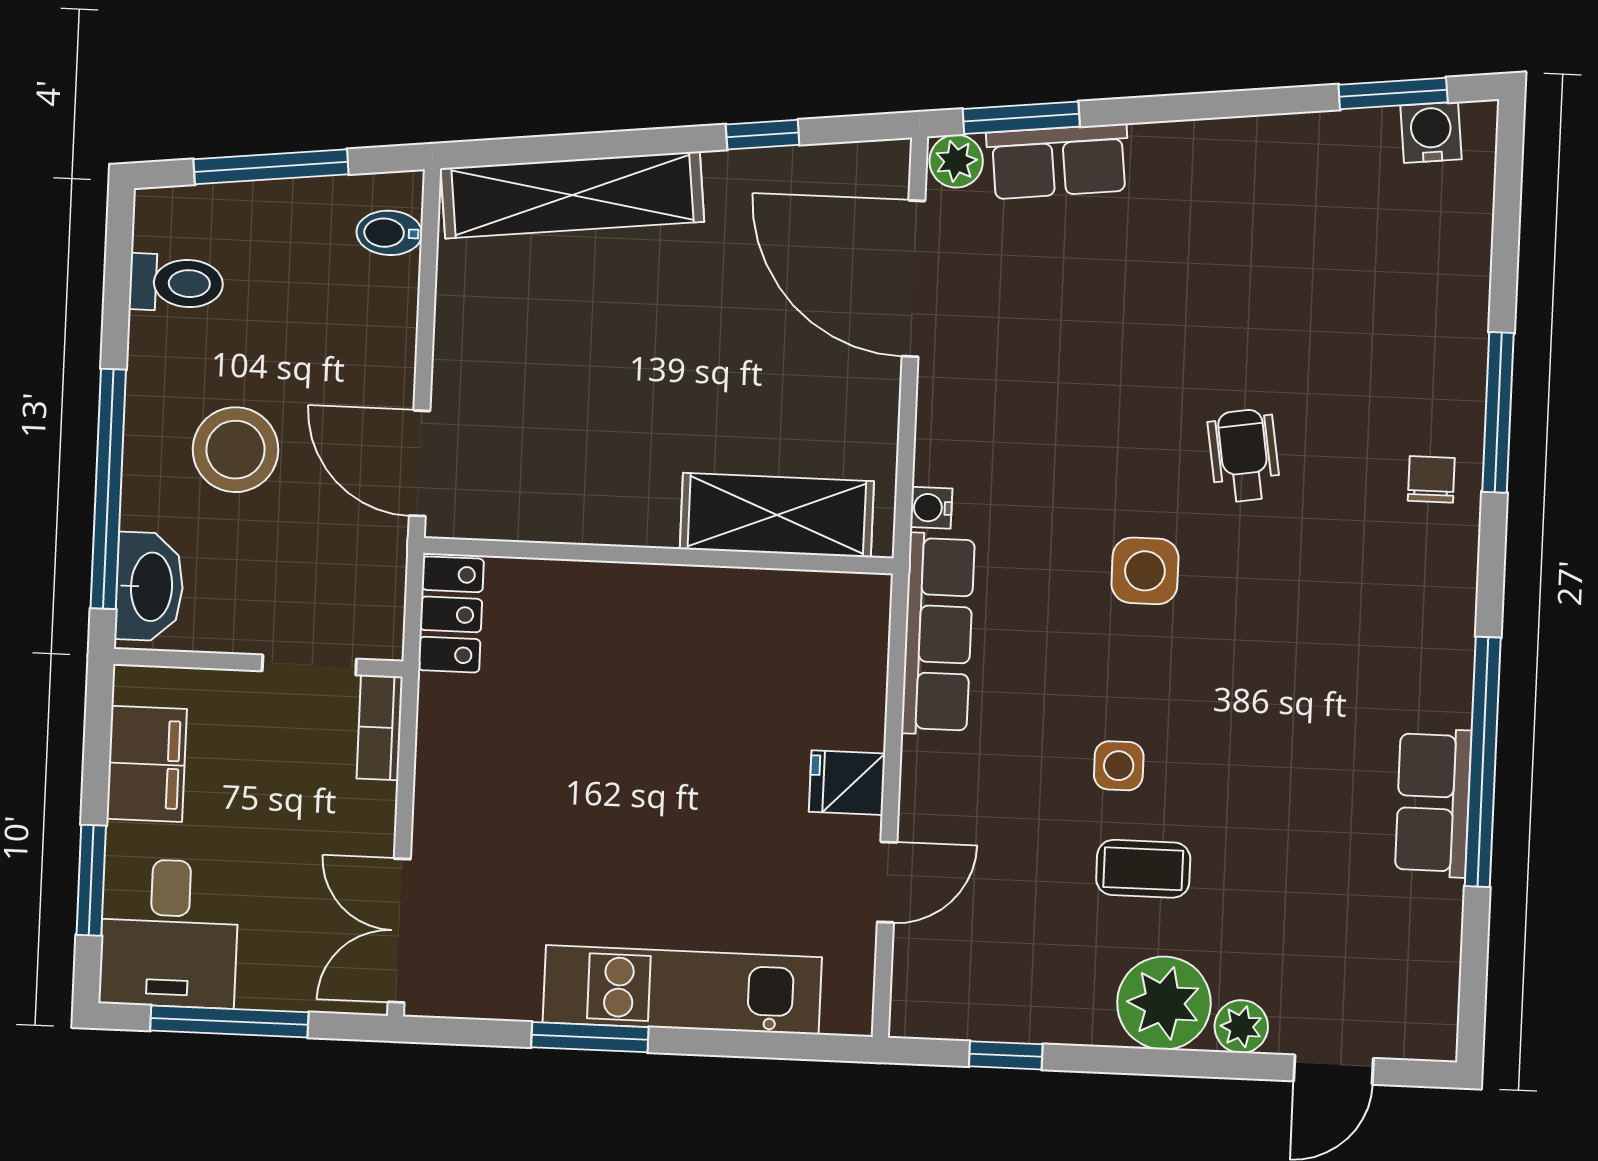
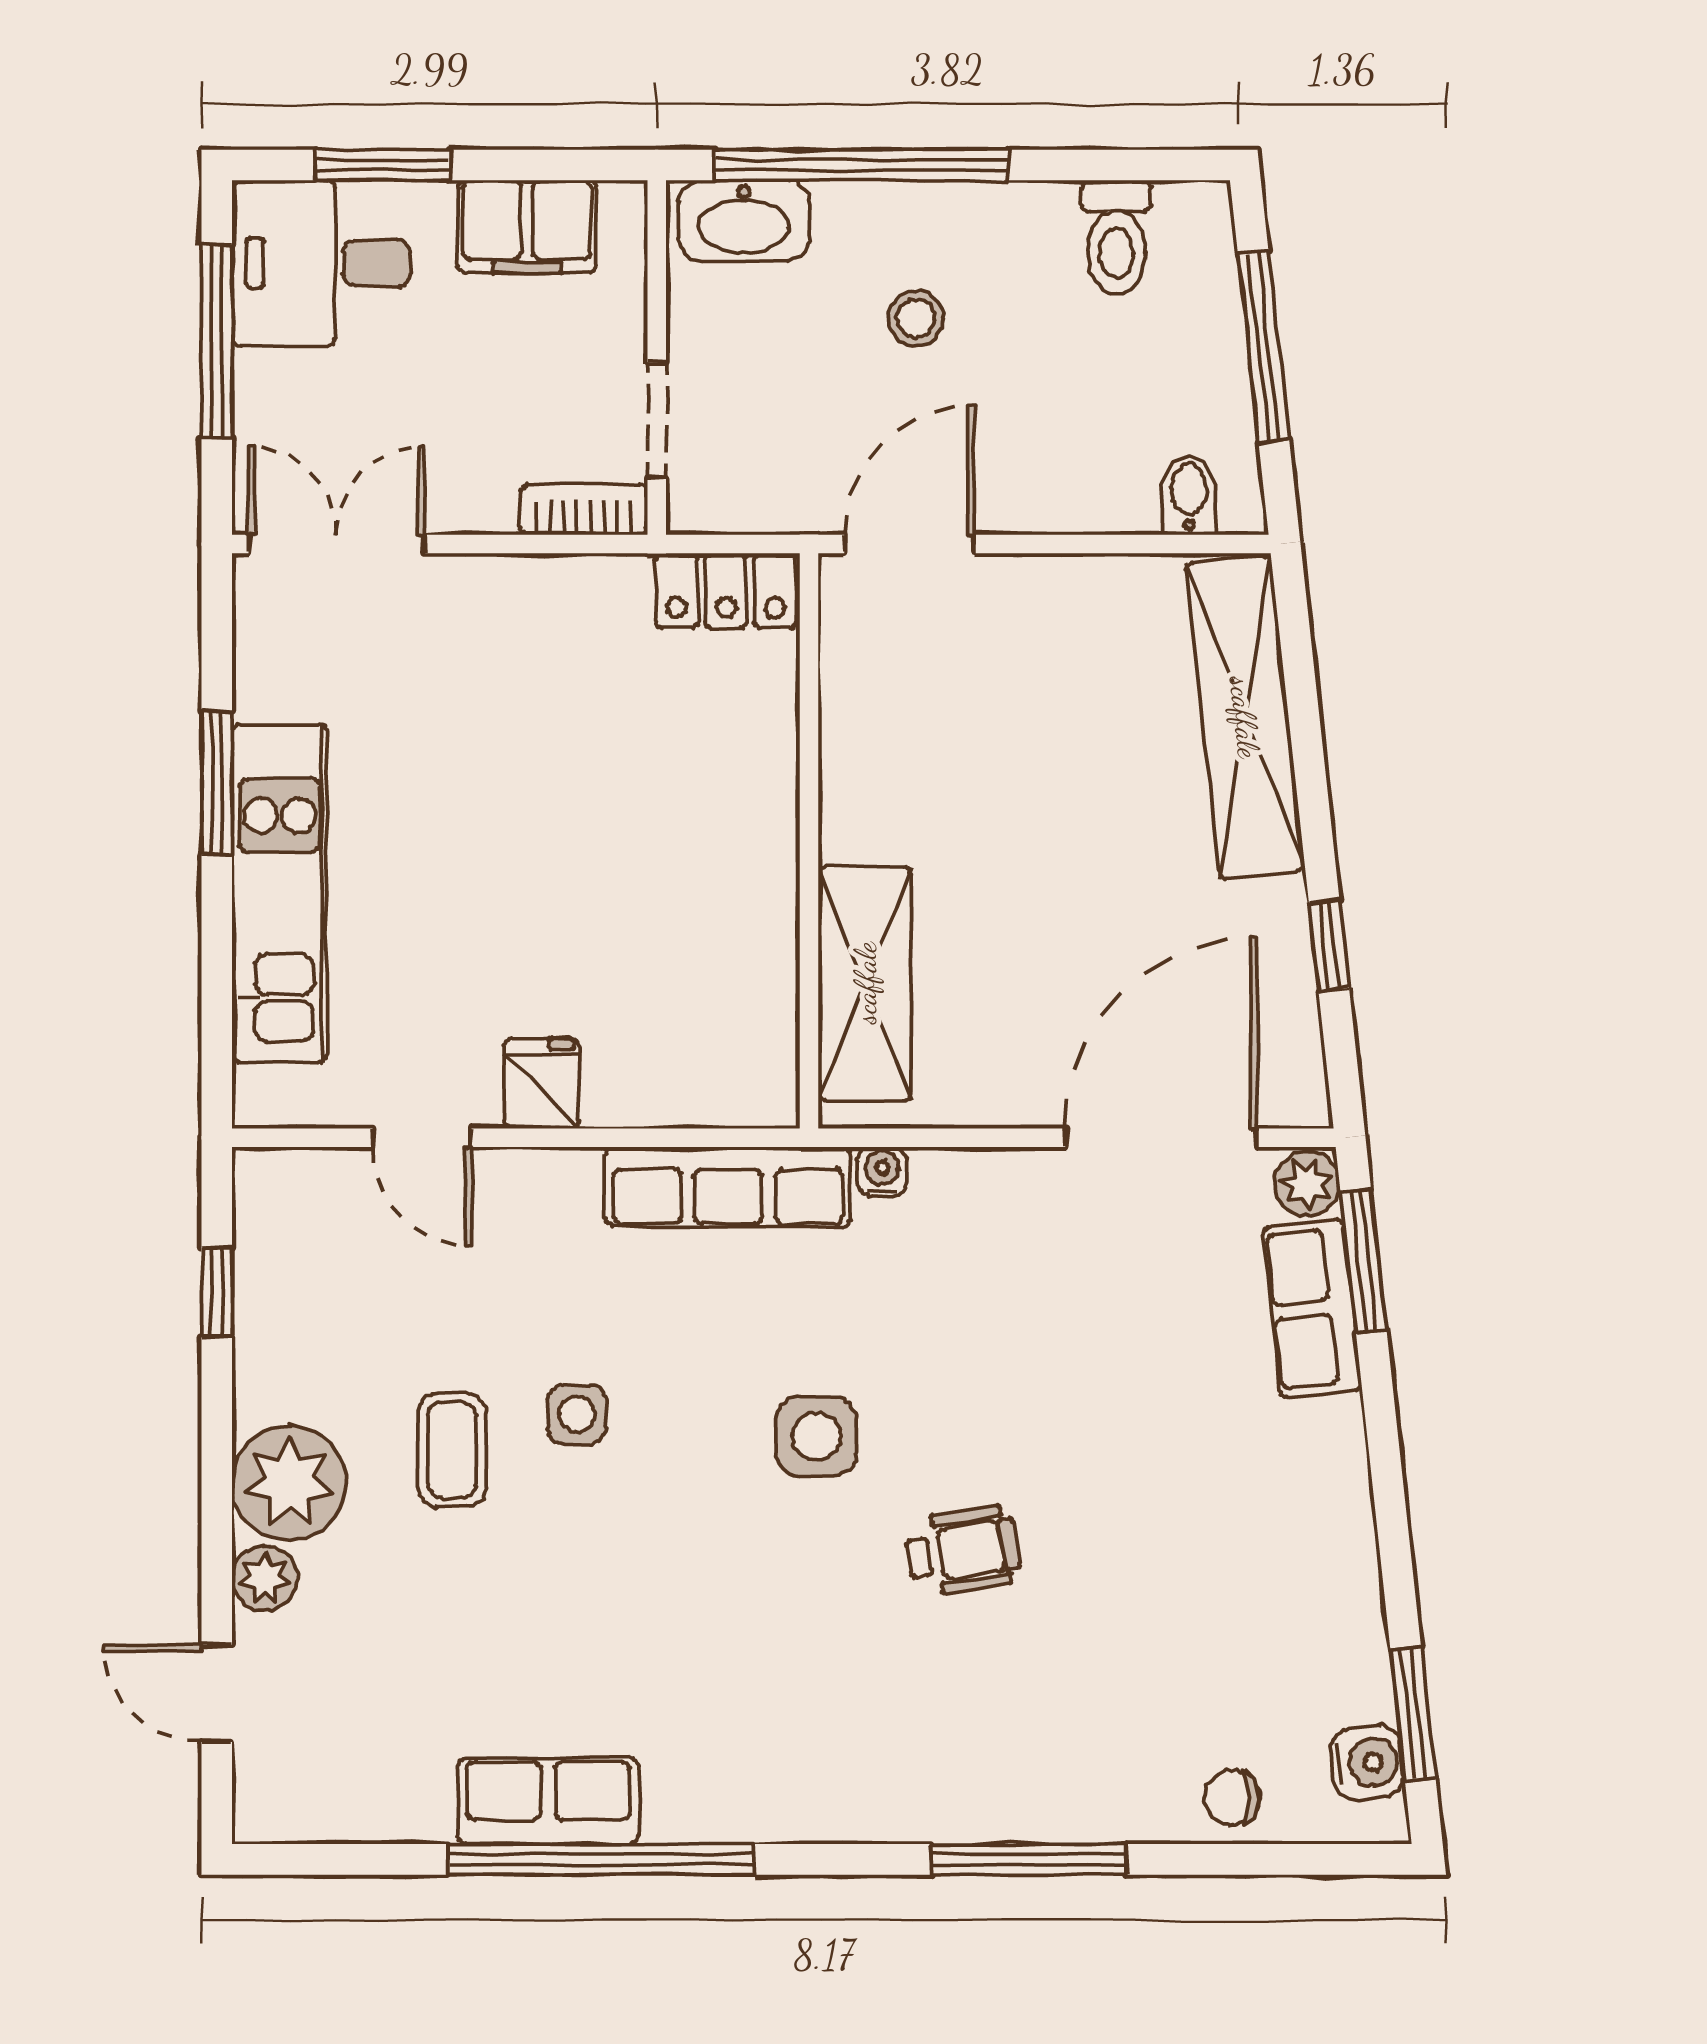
stool: (235, 450) -> (916, 318), width x0.53, depth x0.53
chair: (1431, 479) -> (1232, 1798), moved, turned 180

